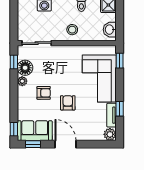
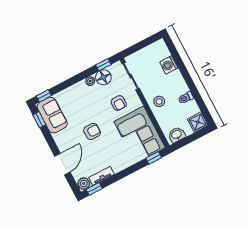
corner sofa: (99, 79) -> (140, 135), moved, turned -90
armchair: (44, 93) -> (119, 103), moved
window: (120, 109) -> (94, 189), moved
door: (66, 144) -> (62, 164), moved

